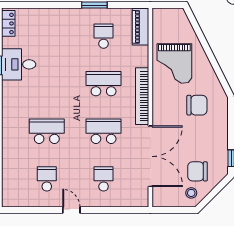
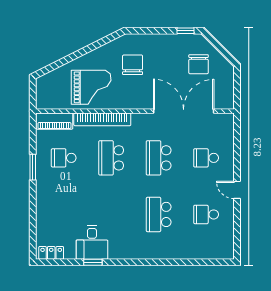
bookcase: (142, 96) -> (102, 119), moved
stool: (191, 193) -> (220, 70), removed
door: (71, 210) -> (237, 190), hinge flipped

